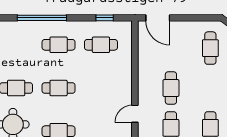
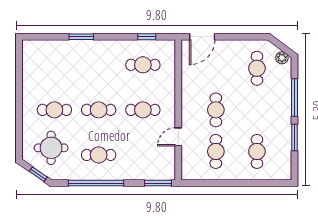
window: (42, 18) -> (81, 37), width x0.47
door: (158, 18) -> (202, 37), hinge flipped
cafe table: (59, 45) -> (143, 110), moved

